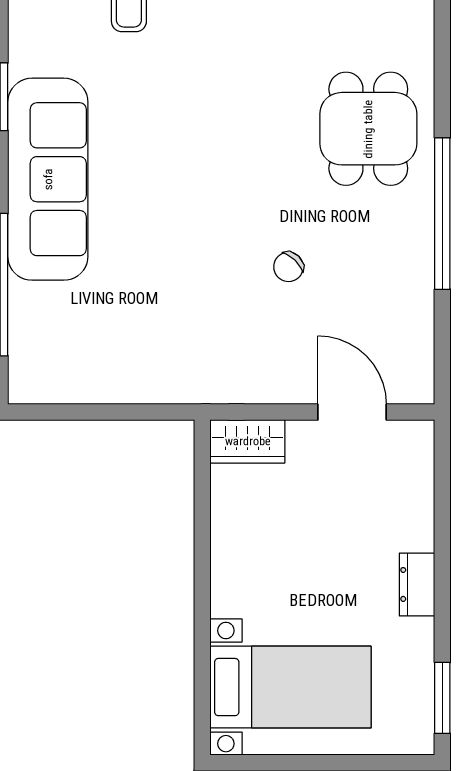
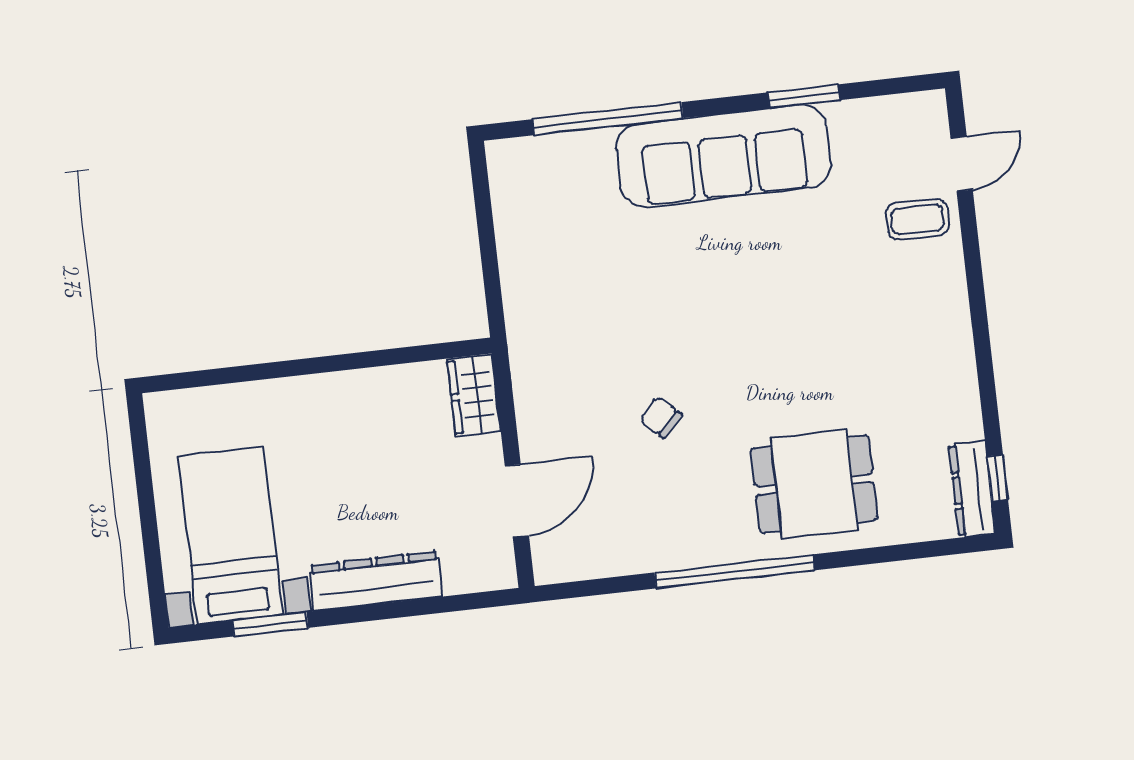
dresser: (417, 584) -> (376, 581), width x1.96, depth x1.24
bed with nightstands: (290, 687) -> (230, 536), moved, turned 180
window: (442, 698) -> (270, 624), moved

